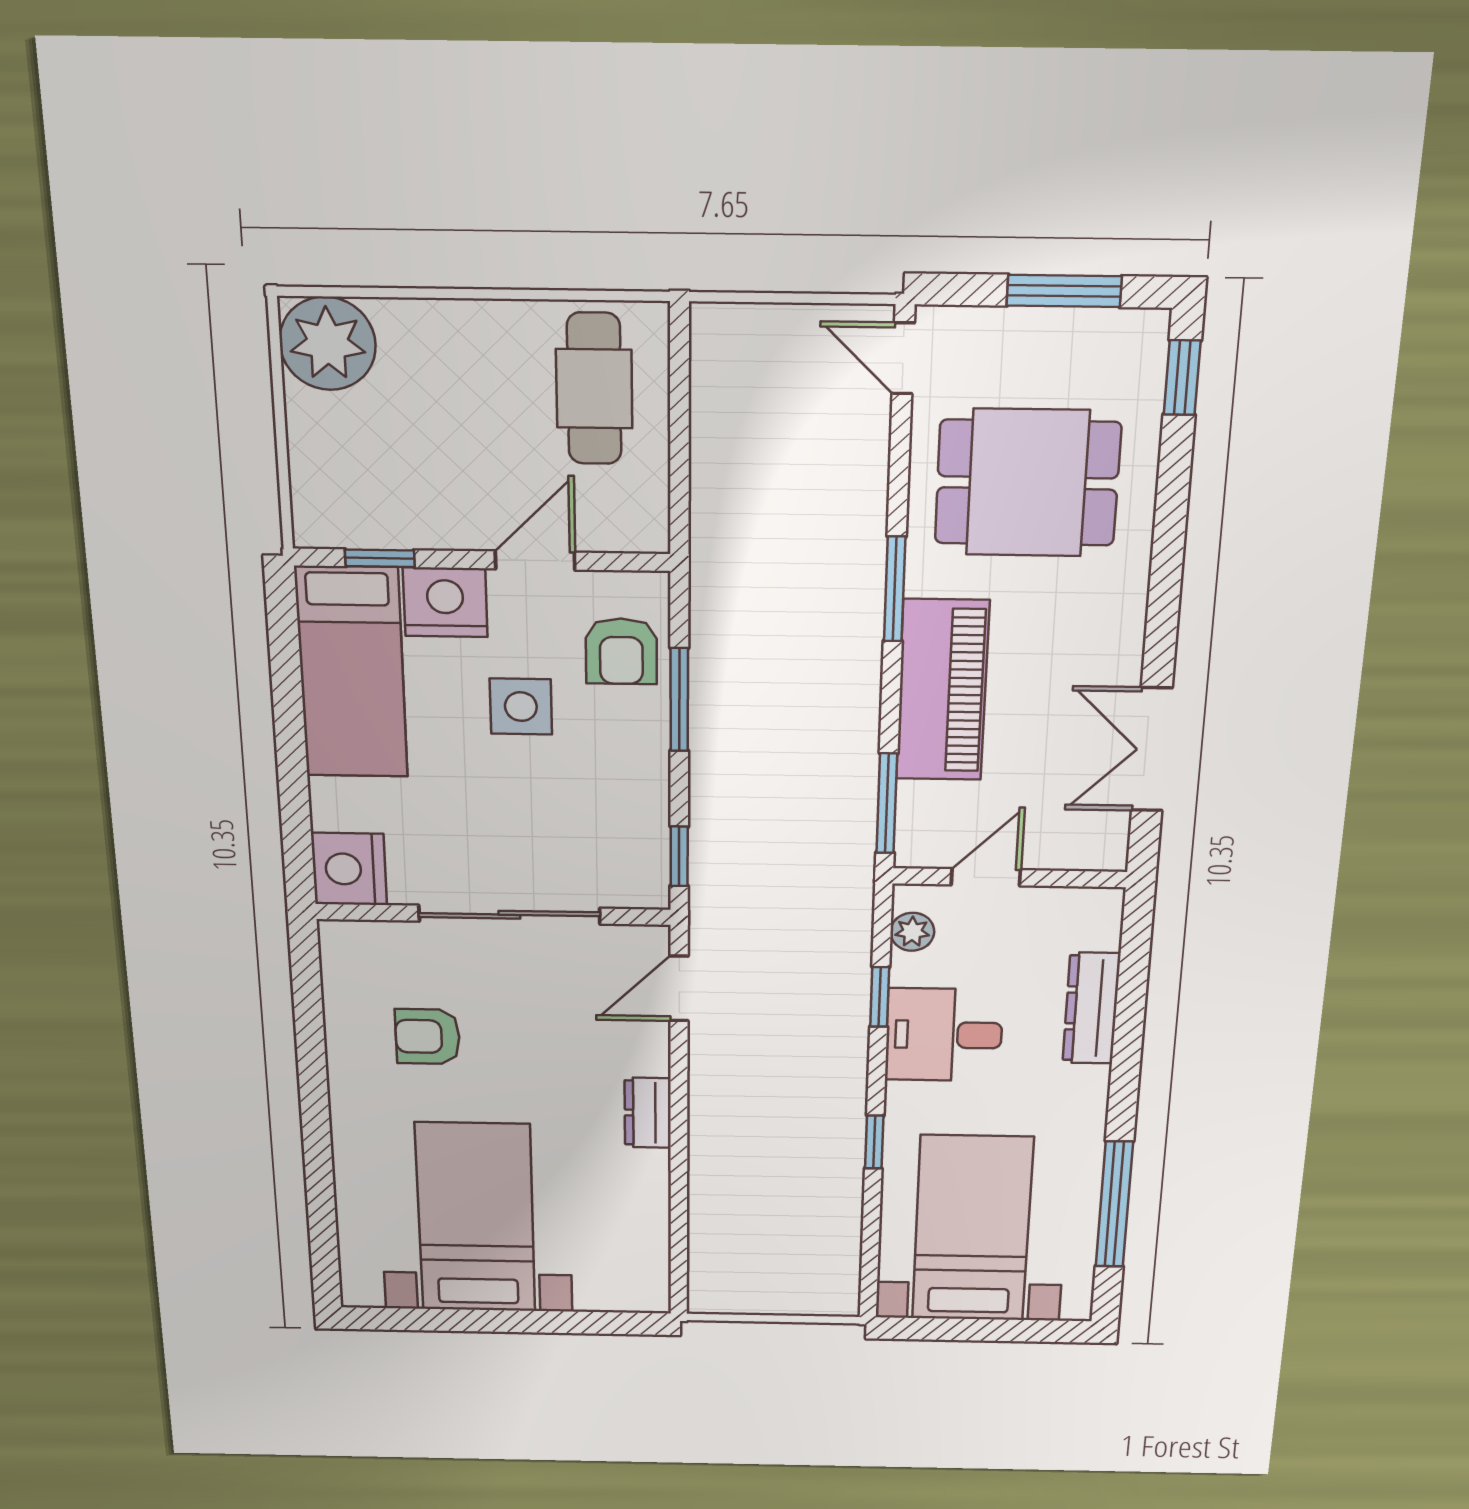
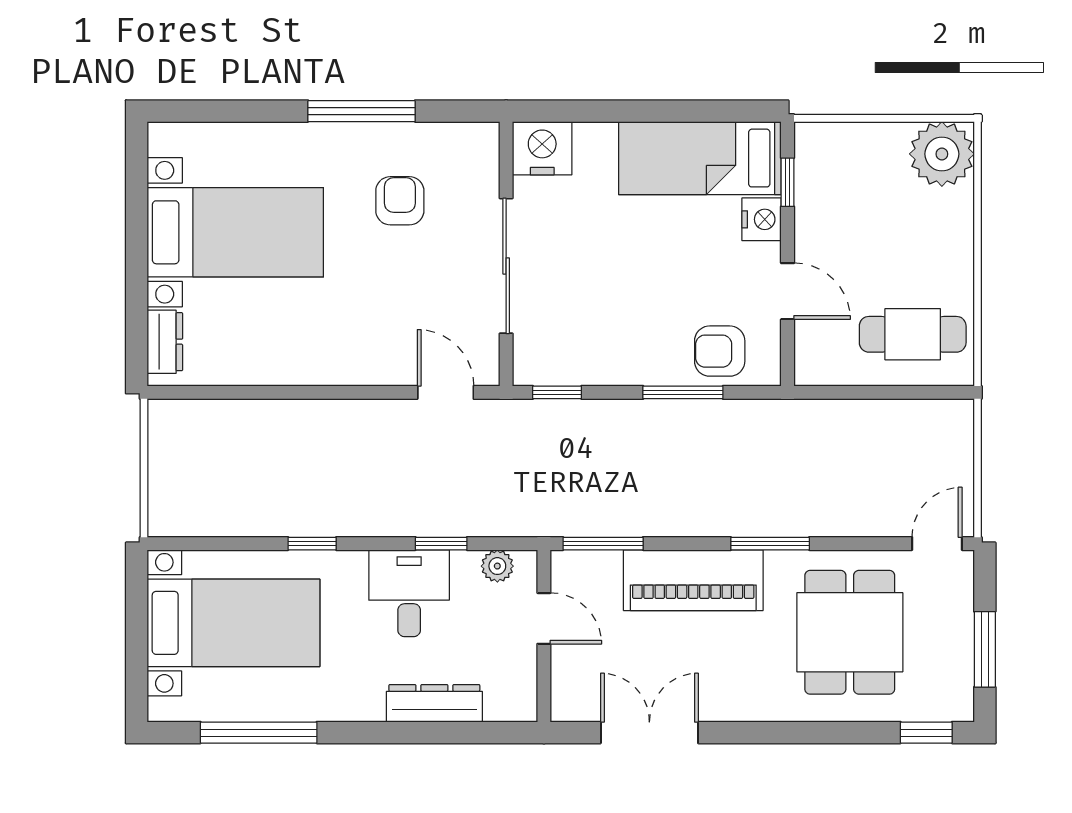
nightstand: (445, 602) -> (762, 219), width x0.74, depth x0.75
side table: (521, 707) -> (676, 279), removed
window: (313, 1078) -> (361, 111), added
dresser: (648, 1113) -> (165, 342), moved, turned 90

